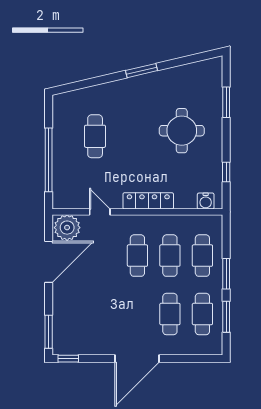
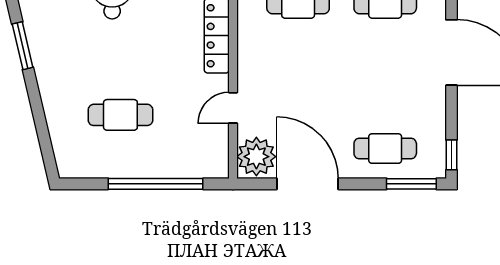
cafe table: (137, 256) -> (385, 149), moved

